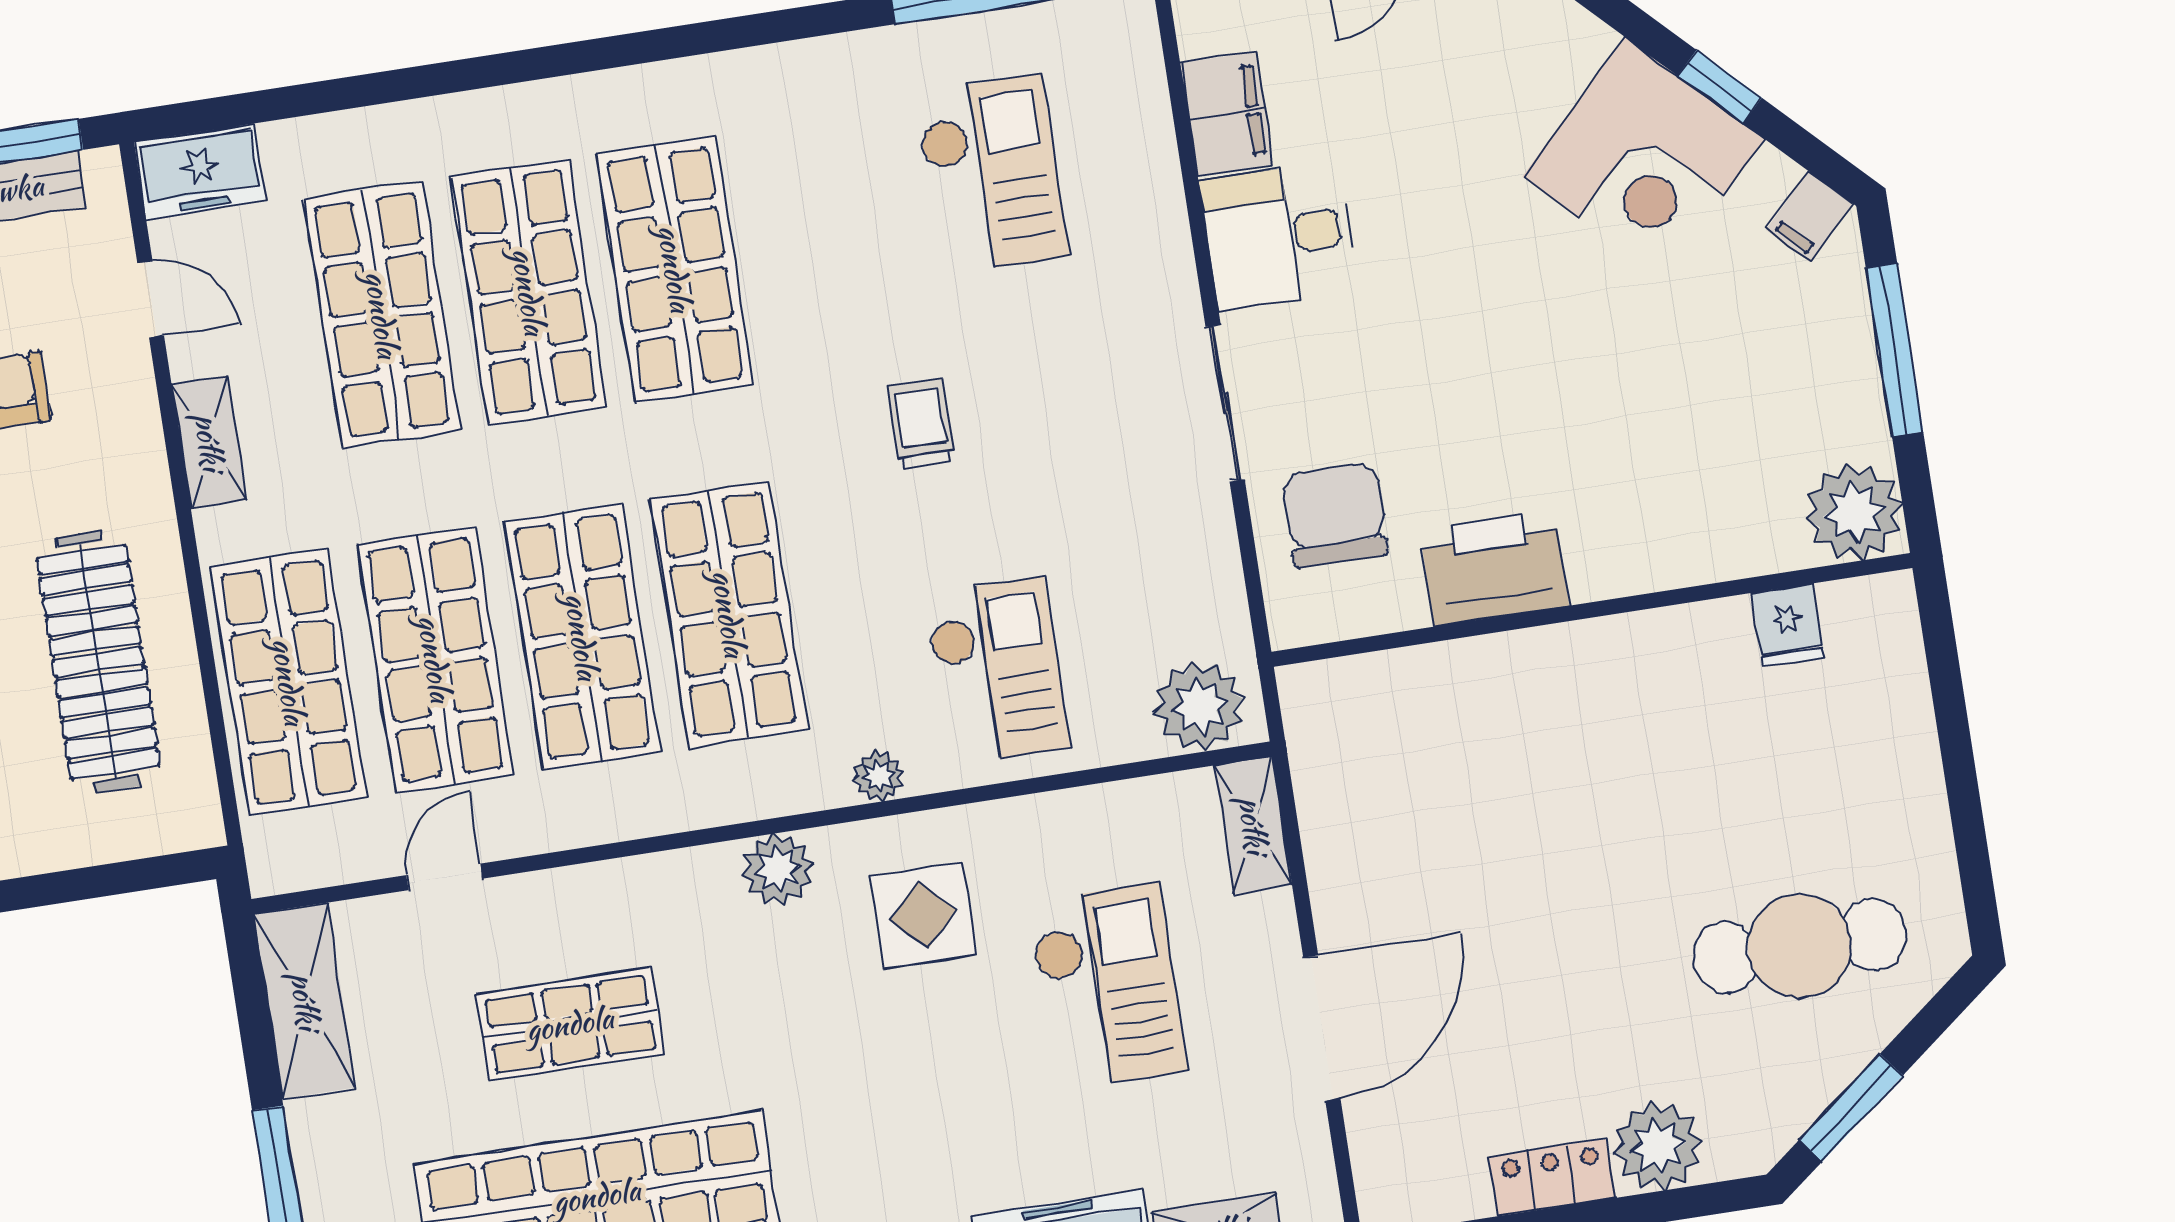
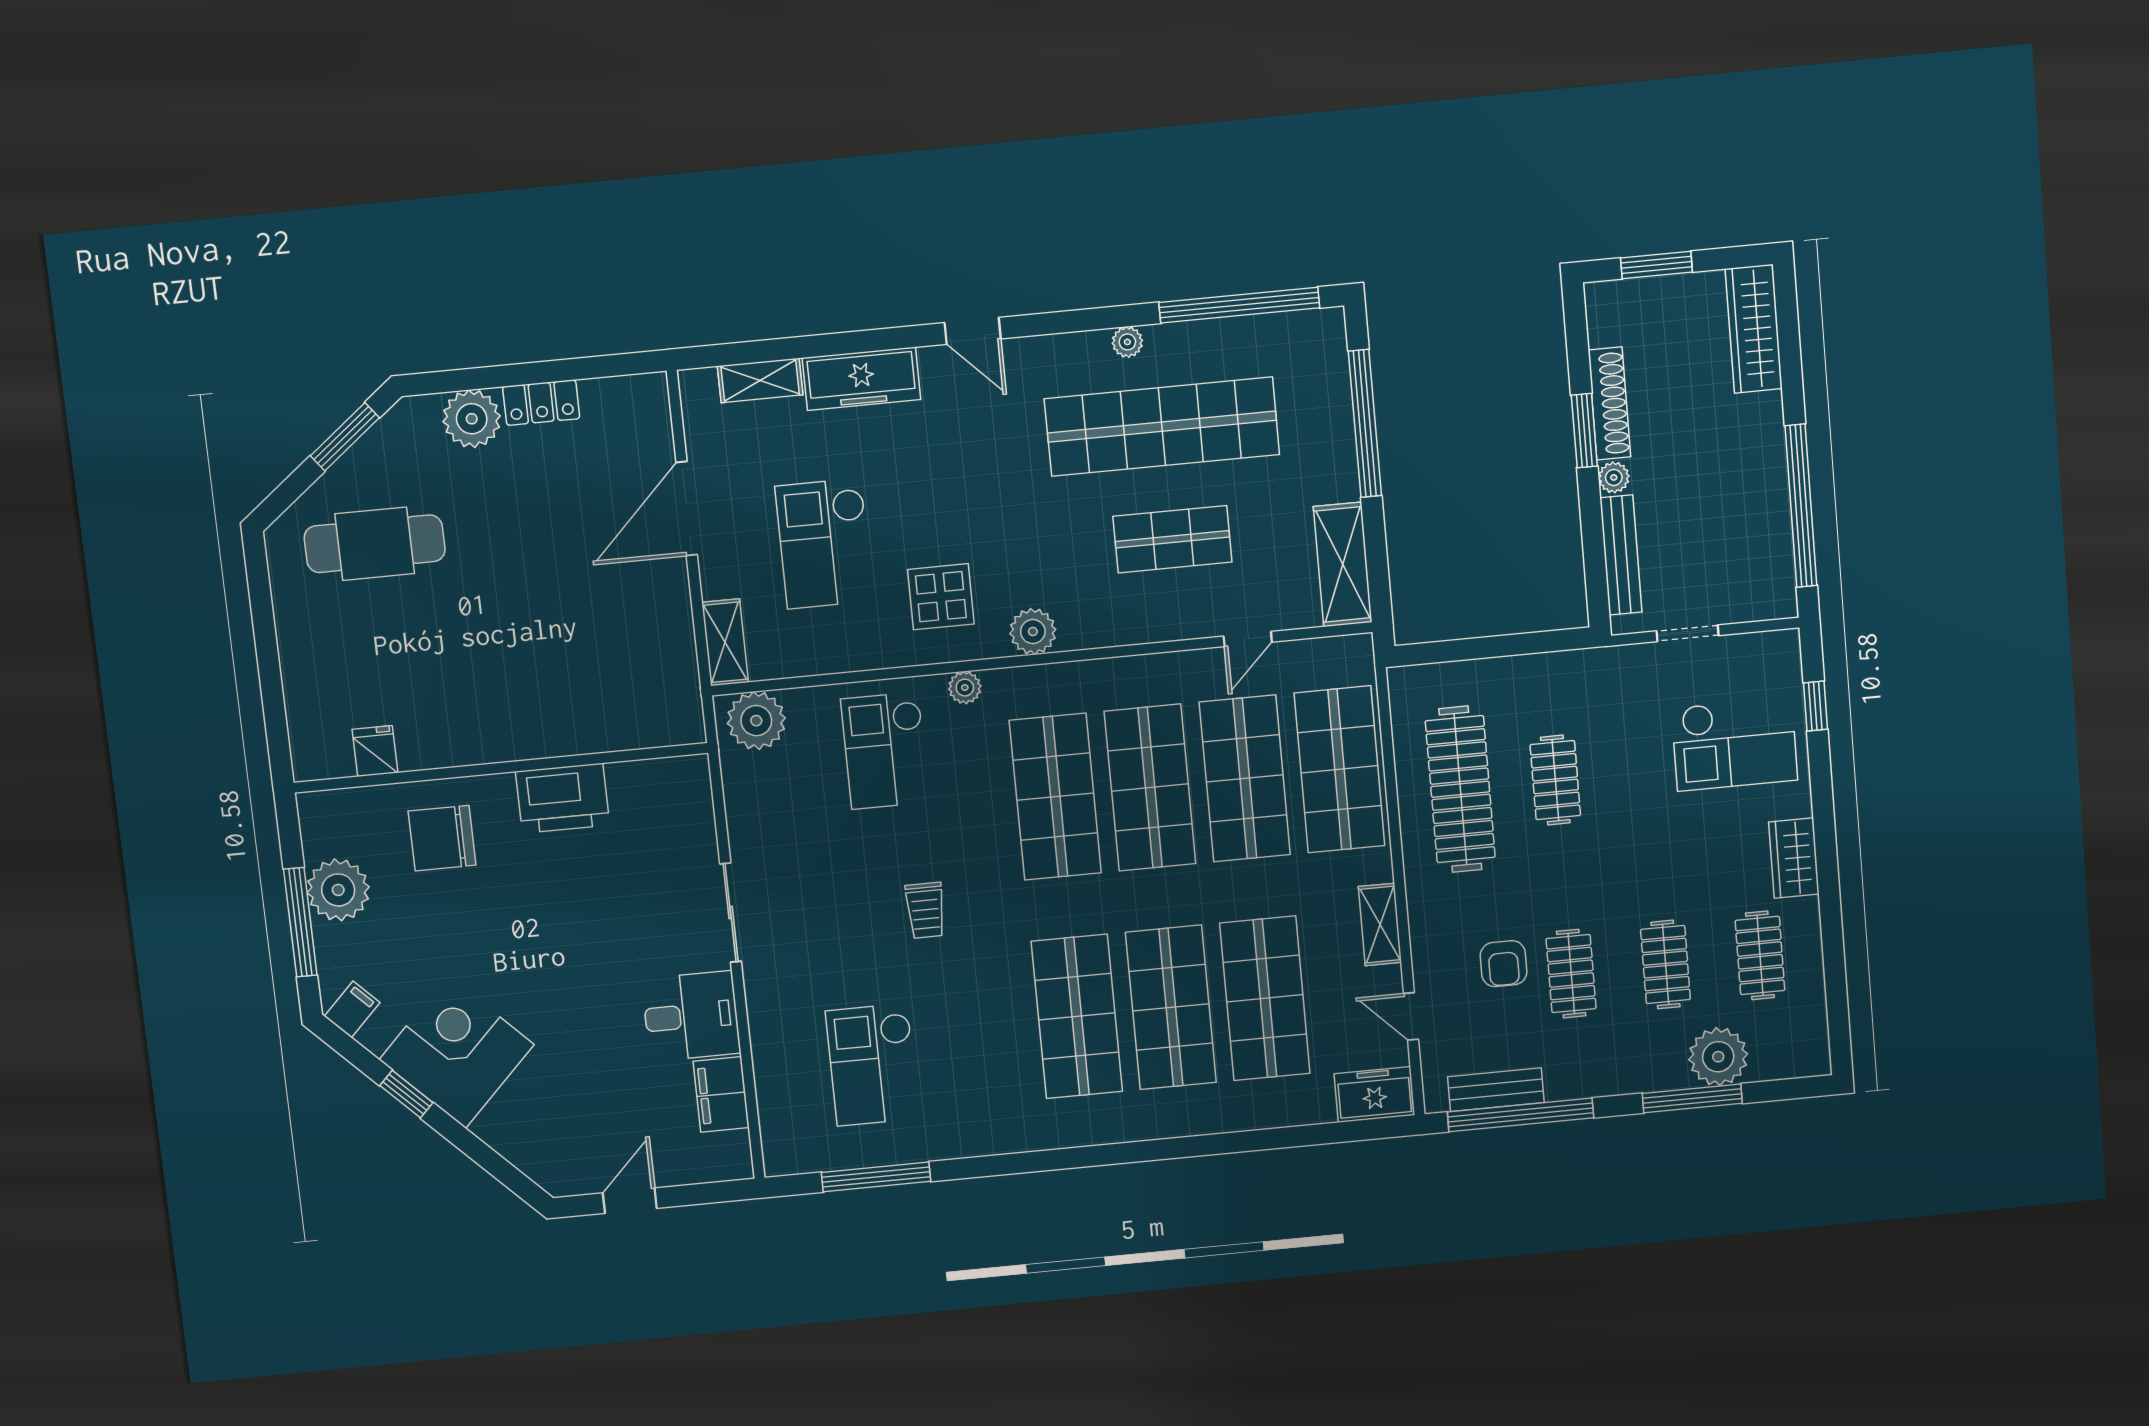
plant: (1854, 512) -> (338, 890), moved
chair: (1335, 515) -> (442, 838), moved, turned 90

